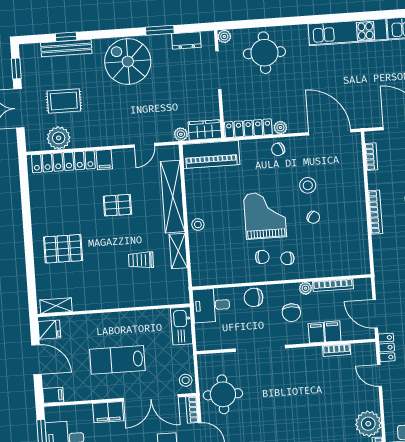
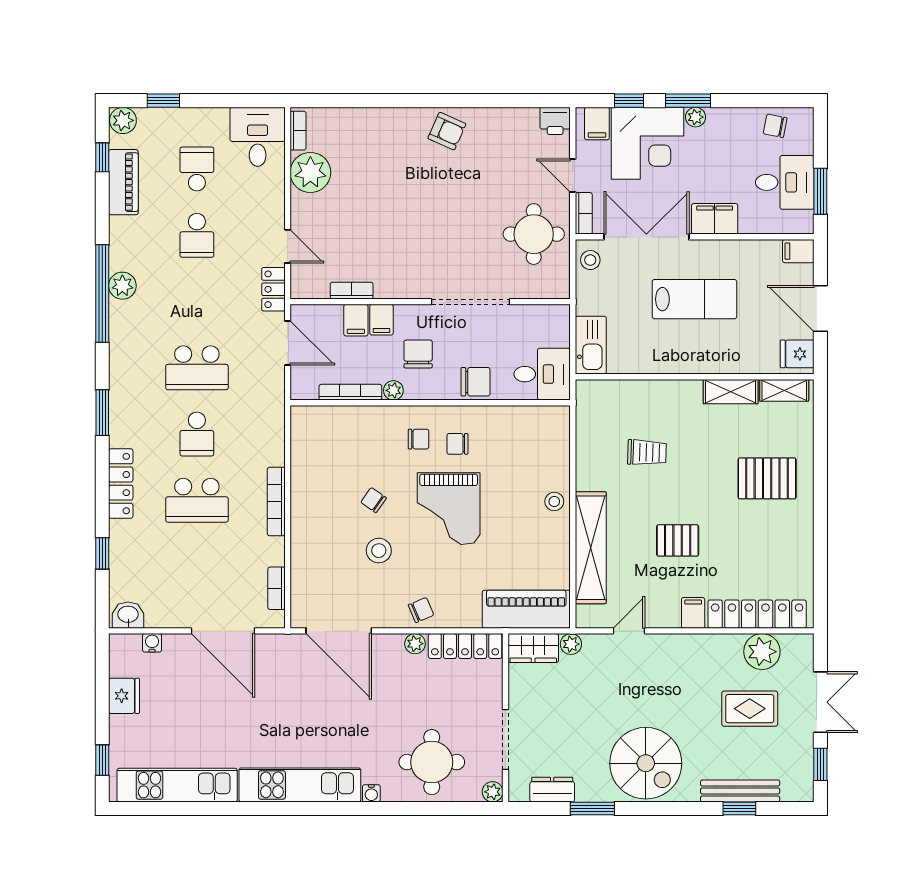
water cooler: (302, 30) -> (371, 793), added
shelving: (178, 251) -> (731, 392), moved, turned 90

